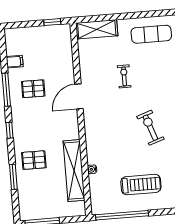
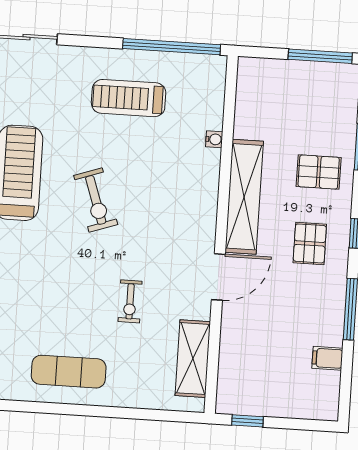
shelving: (97, 29) -> (193, 359), moved, turned 90
pallet: (33, 89) -> (310, 243), moved, turned 90
shelving: (74, 171) -> (244, 197), moved

